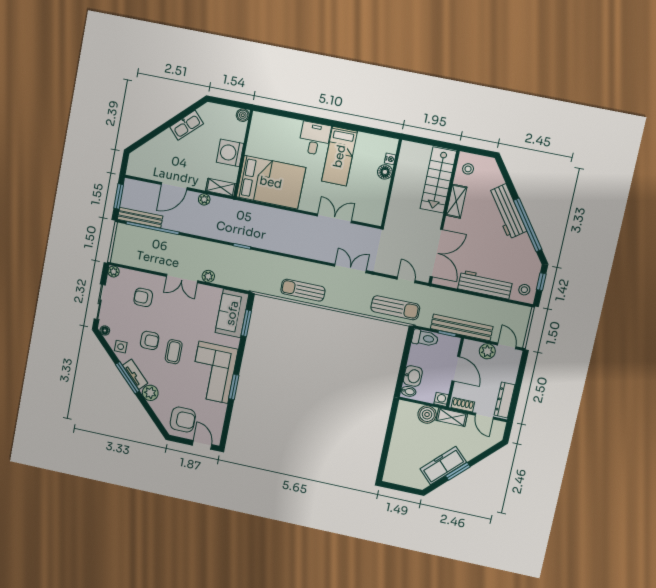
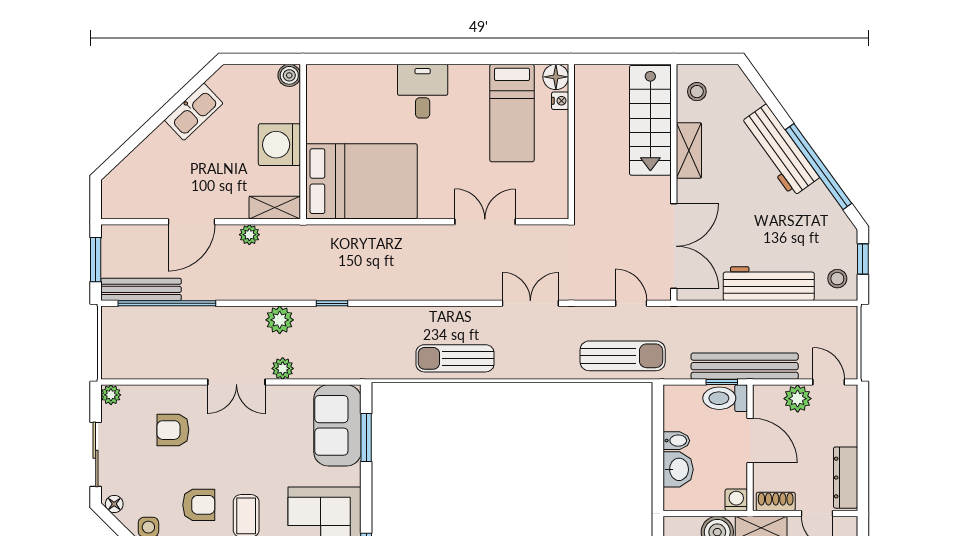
bed: (339, 156) -> (512, 113), moved
floor lamp: (385, 172) -> (556, 77), moved
plant: (212, 250) -> (280, 320), added
toilet: (425, 338) -> (725, 398), moved, turned 180
bidet: (408, 391) -> (676, 441), moved

